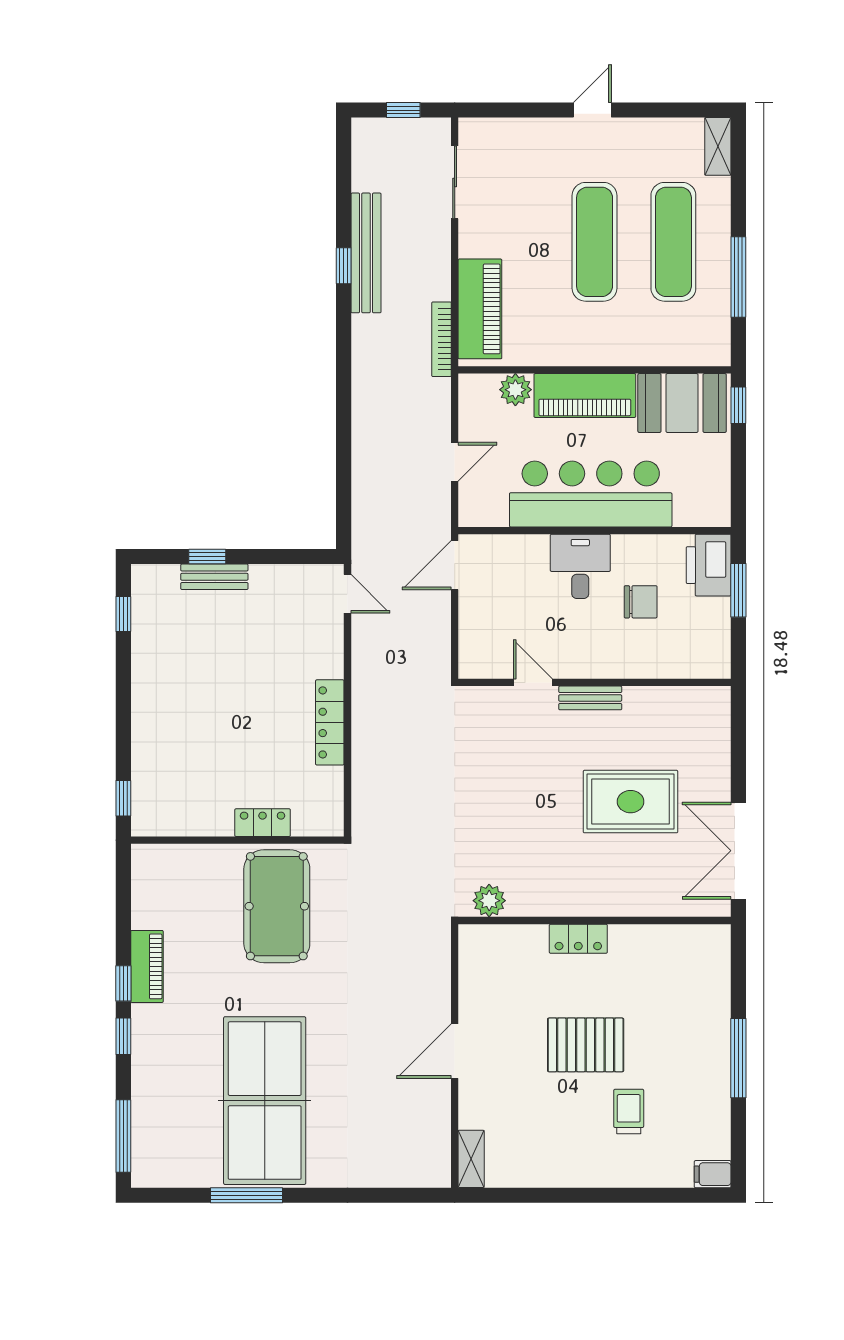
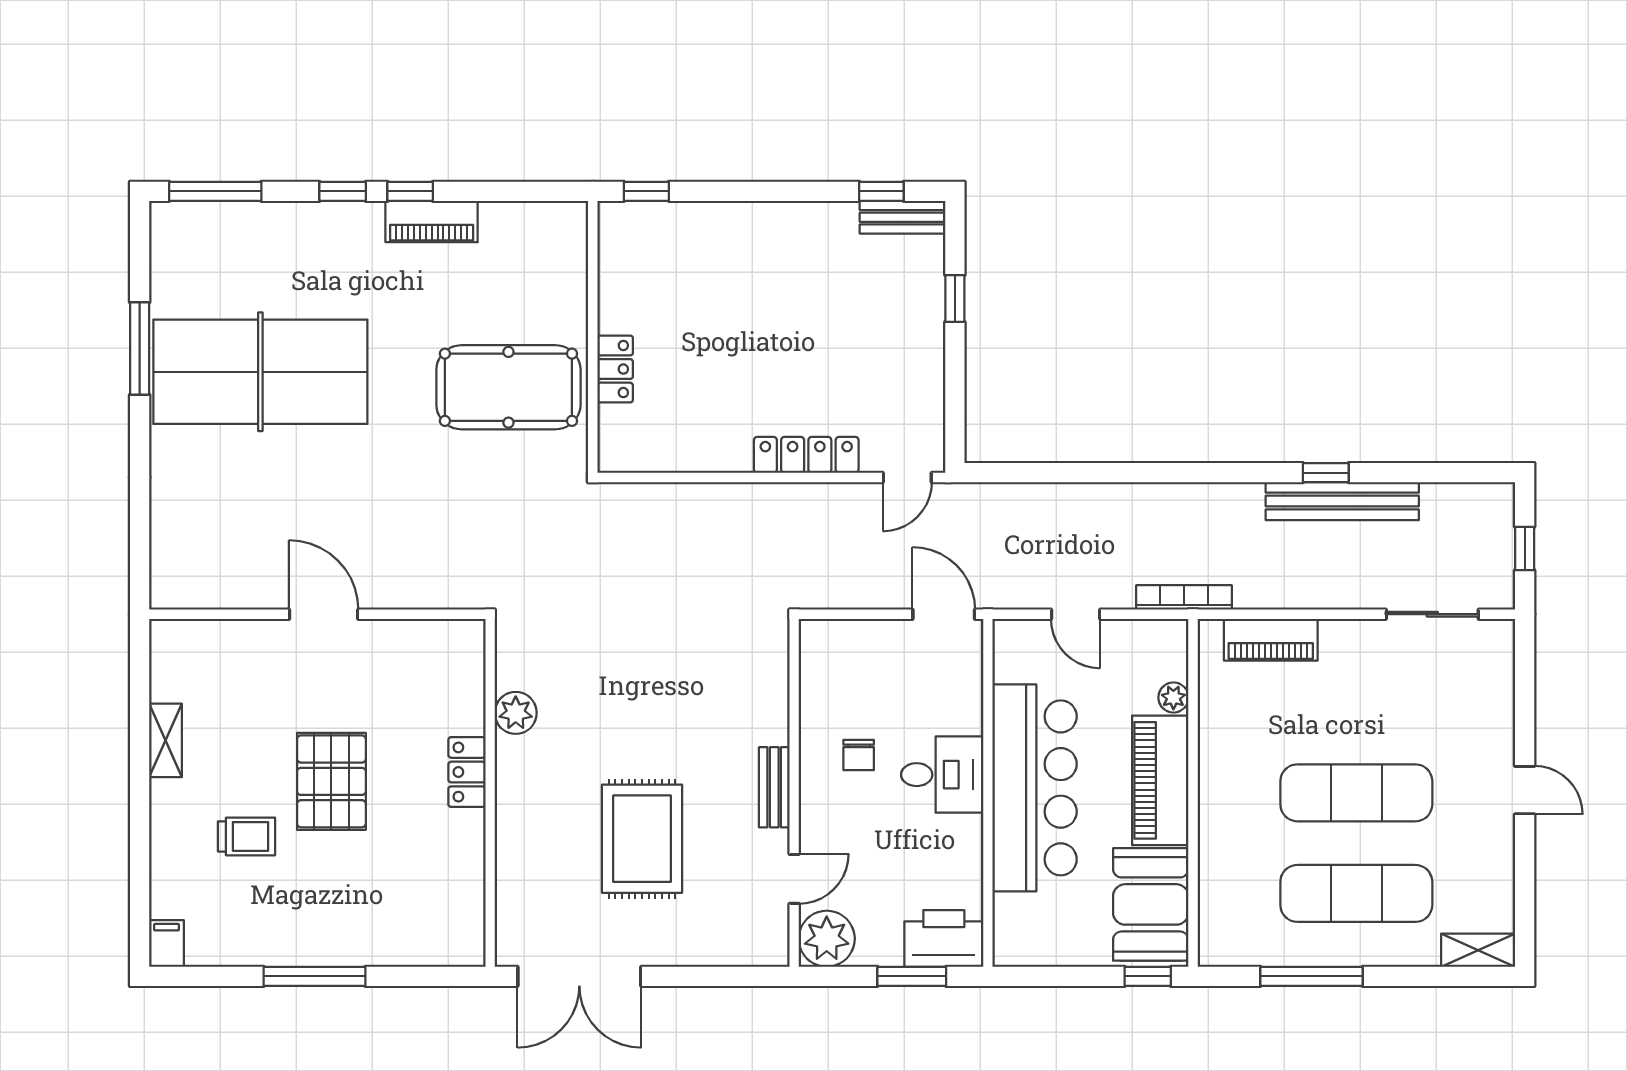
piano: (480, 309) -> (1271, 640), width x0.73, depth x0.75
bookcase: (441, 339) -> (1184, 597), moved
plant: (515, 390) -> (1173, 698), width x0.73, depth x0.73
bench: (214, 577) -> (902, 217), moved, turned 90
chair: (641, 602) -> (859, 755), moved, width x0.73, depth x0.73
plant: (709, 657) -> (827, 939), added
door: (533, 682) -> (794, 879), moved
locker: (330, 722) -> (806, 455), moved
double door: (738, 851) -> (579, 976), swing flipped
plant: (489, 901) -> (516, 713), moved
shelving: (471, 1159) -> (166, 740), moved, turned 90

